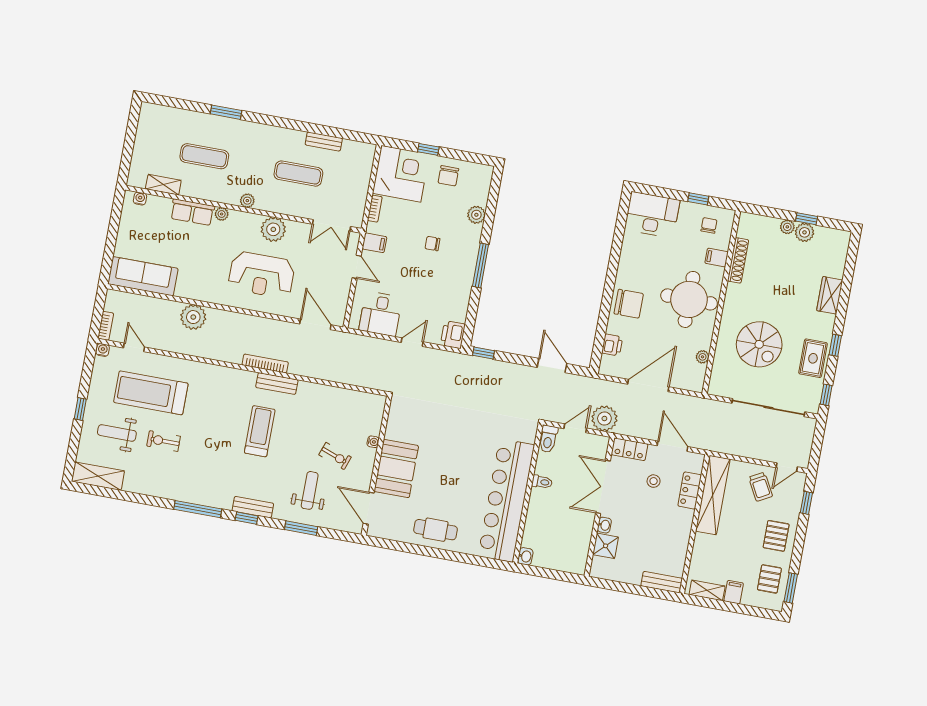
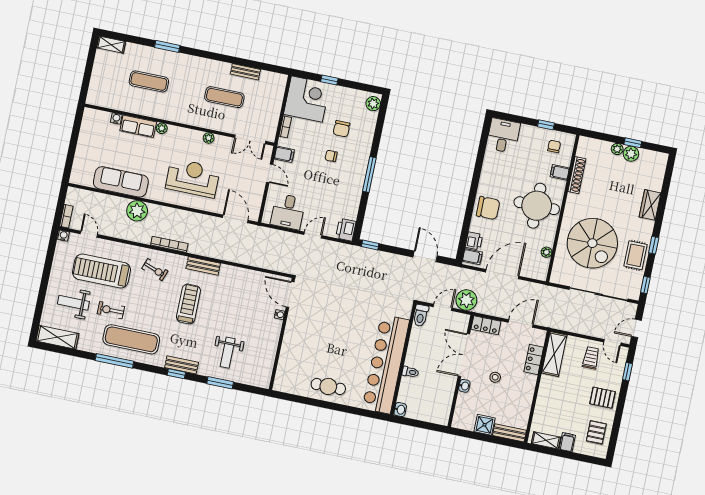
chair: (448, 176) -> (342, 129), moved
shelving: (163, 185) -> (111, 45), moved
water cooler: (140, 199) -> (116, 118), moved
plant: (247, 201) -> (183, 118), removed
plant: (476, 215) -> (373, 104), moved
desk: (652, 215) -> (503, 136), width x0.73
plant: (273, 229) -> (209, 138), width x0.53, depth x0.53
reception desk: (262, 275) -> (193, 178), turned 180
sofa: (143, 276) -> (121, 182), moved
spiral stairs: (759, 344) -> (592, 243), width x1.37, depth x1.37
bookcase: (265, 363) -> (169, 244), moved
filing cabinet: (611, 365) -> (472, 257), added
window: (80, 409) -> (44, 283), removed
door: (672, 446) -> (521, 324), hinge flipped
door: (816, 449) -> (636, 328), added
exercise bike: (335, 456) -> (155, 270), moved
door: (787, 467) -> (612, 343), hinge flipped
booth: (396, 469) -> (298, 337), removed
exercise mat: (190, 477) -> (131, 339), added
stool: (654, 481) -> (495, 377), moved
toilet: (542, 482) -> (410, 372), moved
trolley: (761, 487) -> (591, 358), turned -151
weight bench: (310, 490) -> (228, 353), turned 180
shelving: (713, 495) -> (554, 354), width x0.68
door: (369, 508) -> (290, 294), moved
window: (198, 509) -> (114, 361), moved
pallet: (776, 536) -> (603, 398), turned 90
shower: (606, 546) -> (484, 425), moved
window: (791, 588) -> (613, 440), removed

